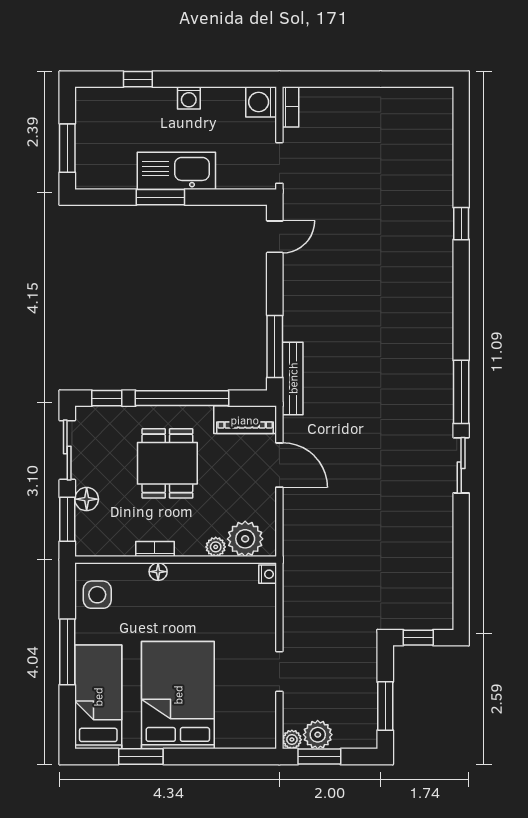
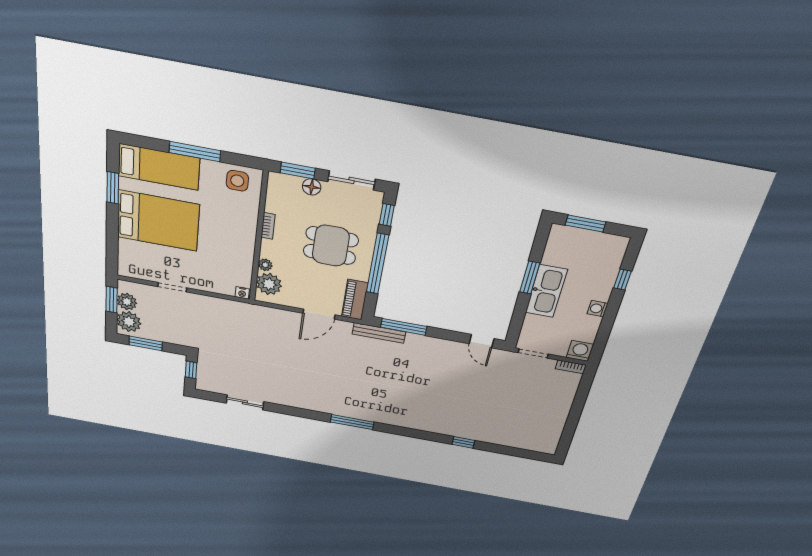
sliding door: (461, 465) -> (245, 402), moved
floor lamp: (158, 572) -> (251, 225), removed
plant: (292, 740) -> (129, 322), moved, width x1.87, depth x1.87

